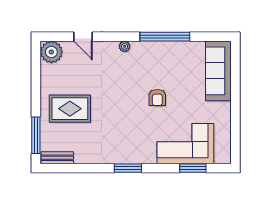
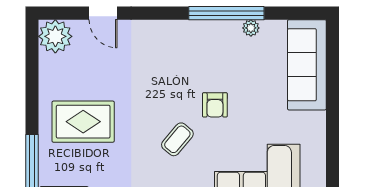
plant: (125, 46) -> (251, 28), moved
coffee table: (132, 120) -> (177, 139), added

